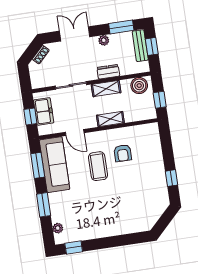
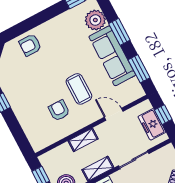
sofa: (55, 165) -> (112, 56), moved
armchair: (128, 221) -> (30, 45), added
plant: (58, 228) -> (95, 20), width x1.87, depth x1.87

